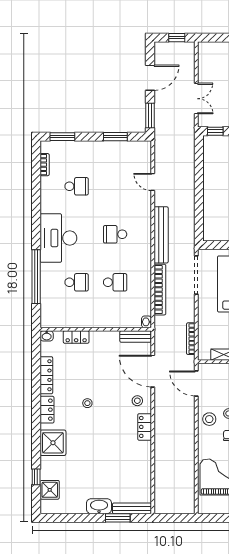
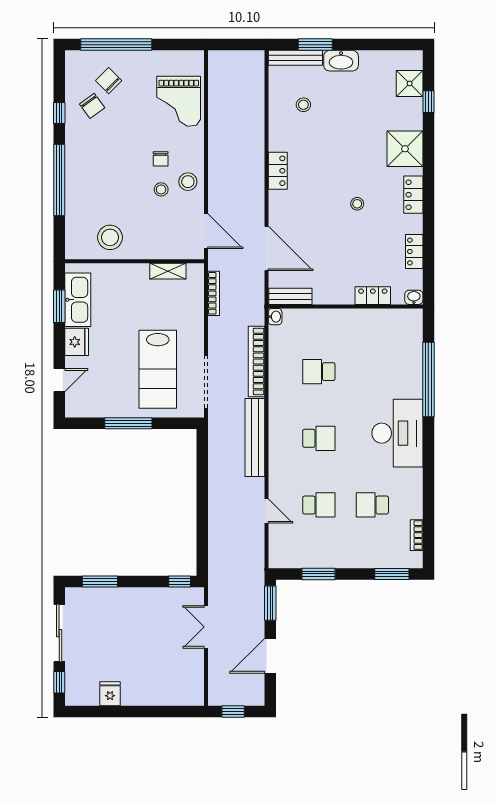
school desk: (77, 282) -> (319, 505), moved, turned 180
locker: (46, 375) -> (414, 252), width x0.66
stool: (137, 401) -> (303, 105), moved

